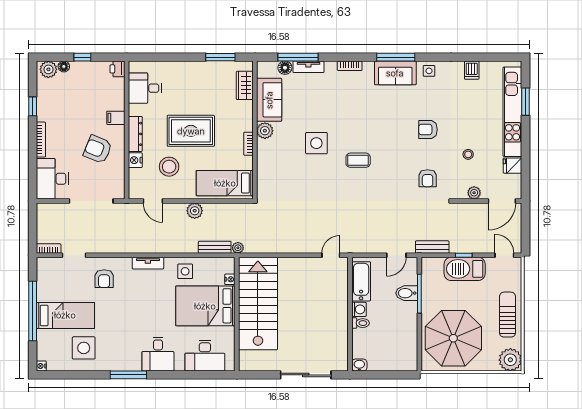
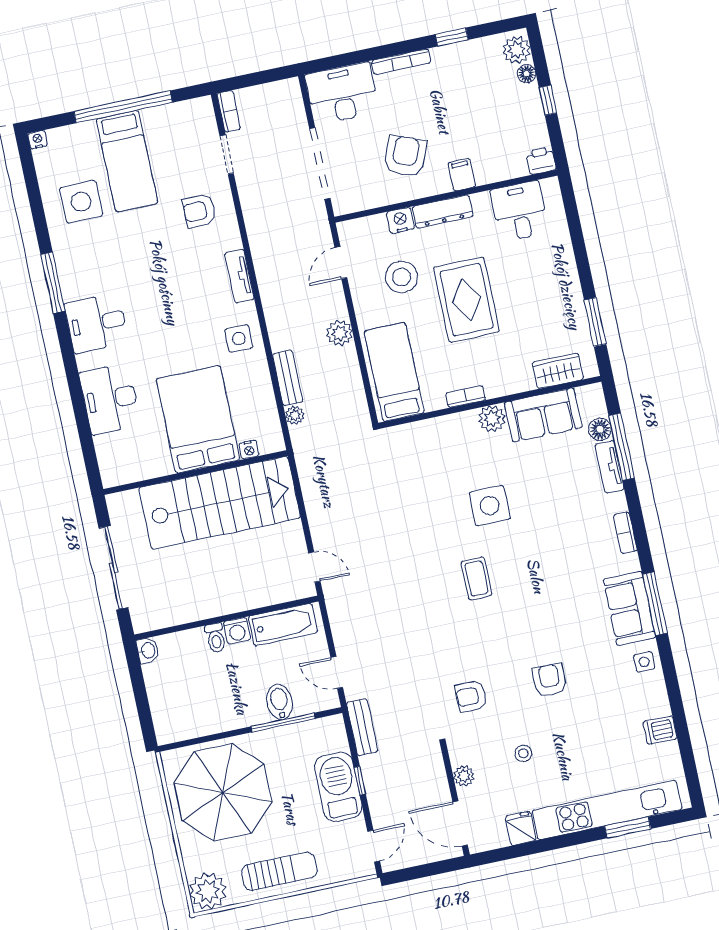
nightstand: (230, 279) -> (249, 450), moved
stairs: (258, 304) -> (220, 503), moved
bed: (205, 306) -> (198, 419), moved
wall: (237, 314) -> (195, 472), moved

